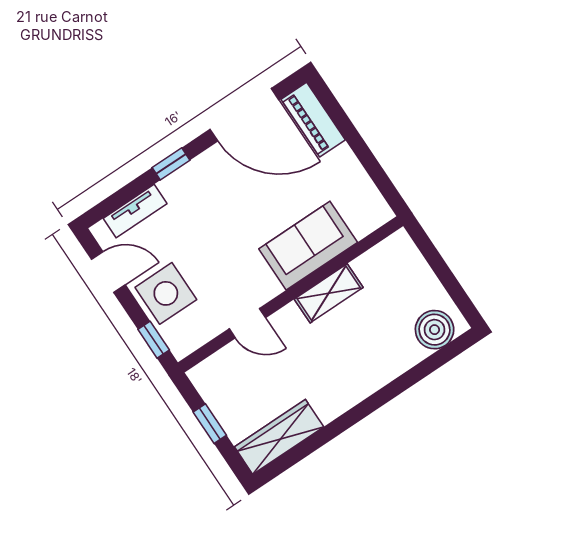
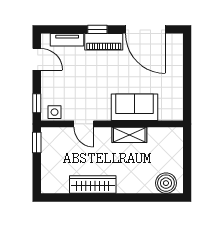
piano: (313, 120) -> (104, 42), moved, turned -90
side table: (166, 293) -> (55, 112), moved, width x0.54, depth x0.54
window: (210, 424) -> (37, 142), moved
wardrobe: (279, 437) -> (93, 185), moved

